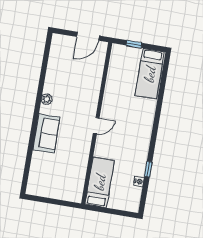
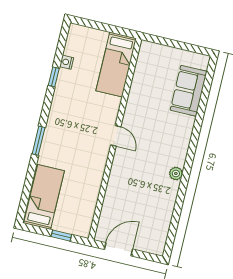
window: (157, 118) -> (39, 141), added
door: (96, 126) -> (116, 136), swing flipped
sofa: (46, 133) -> (189, 91), moved

